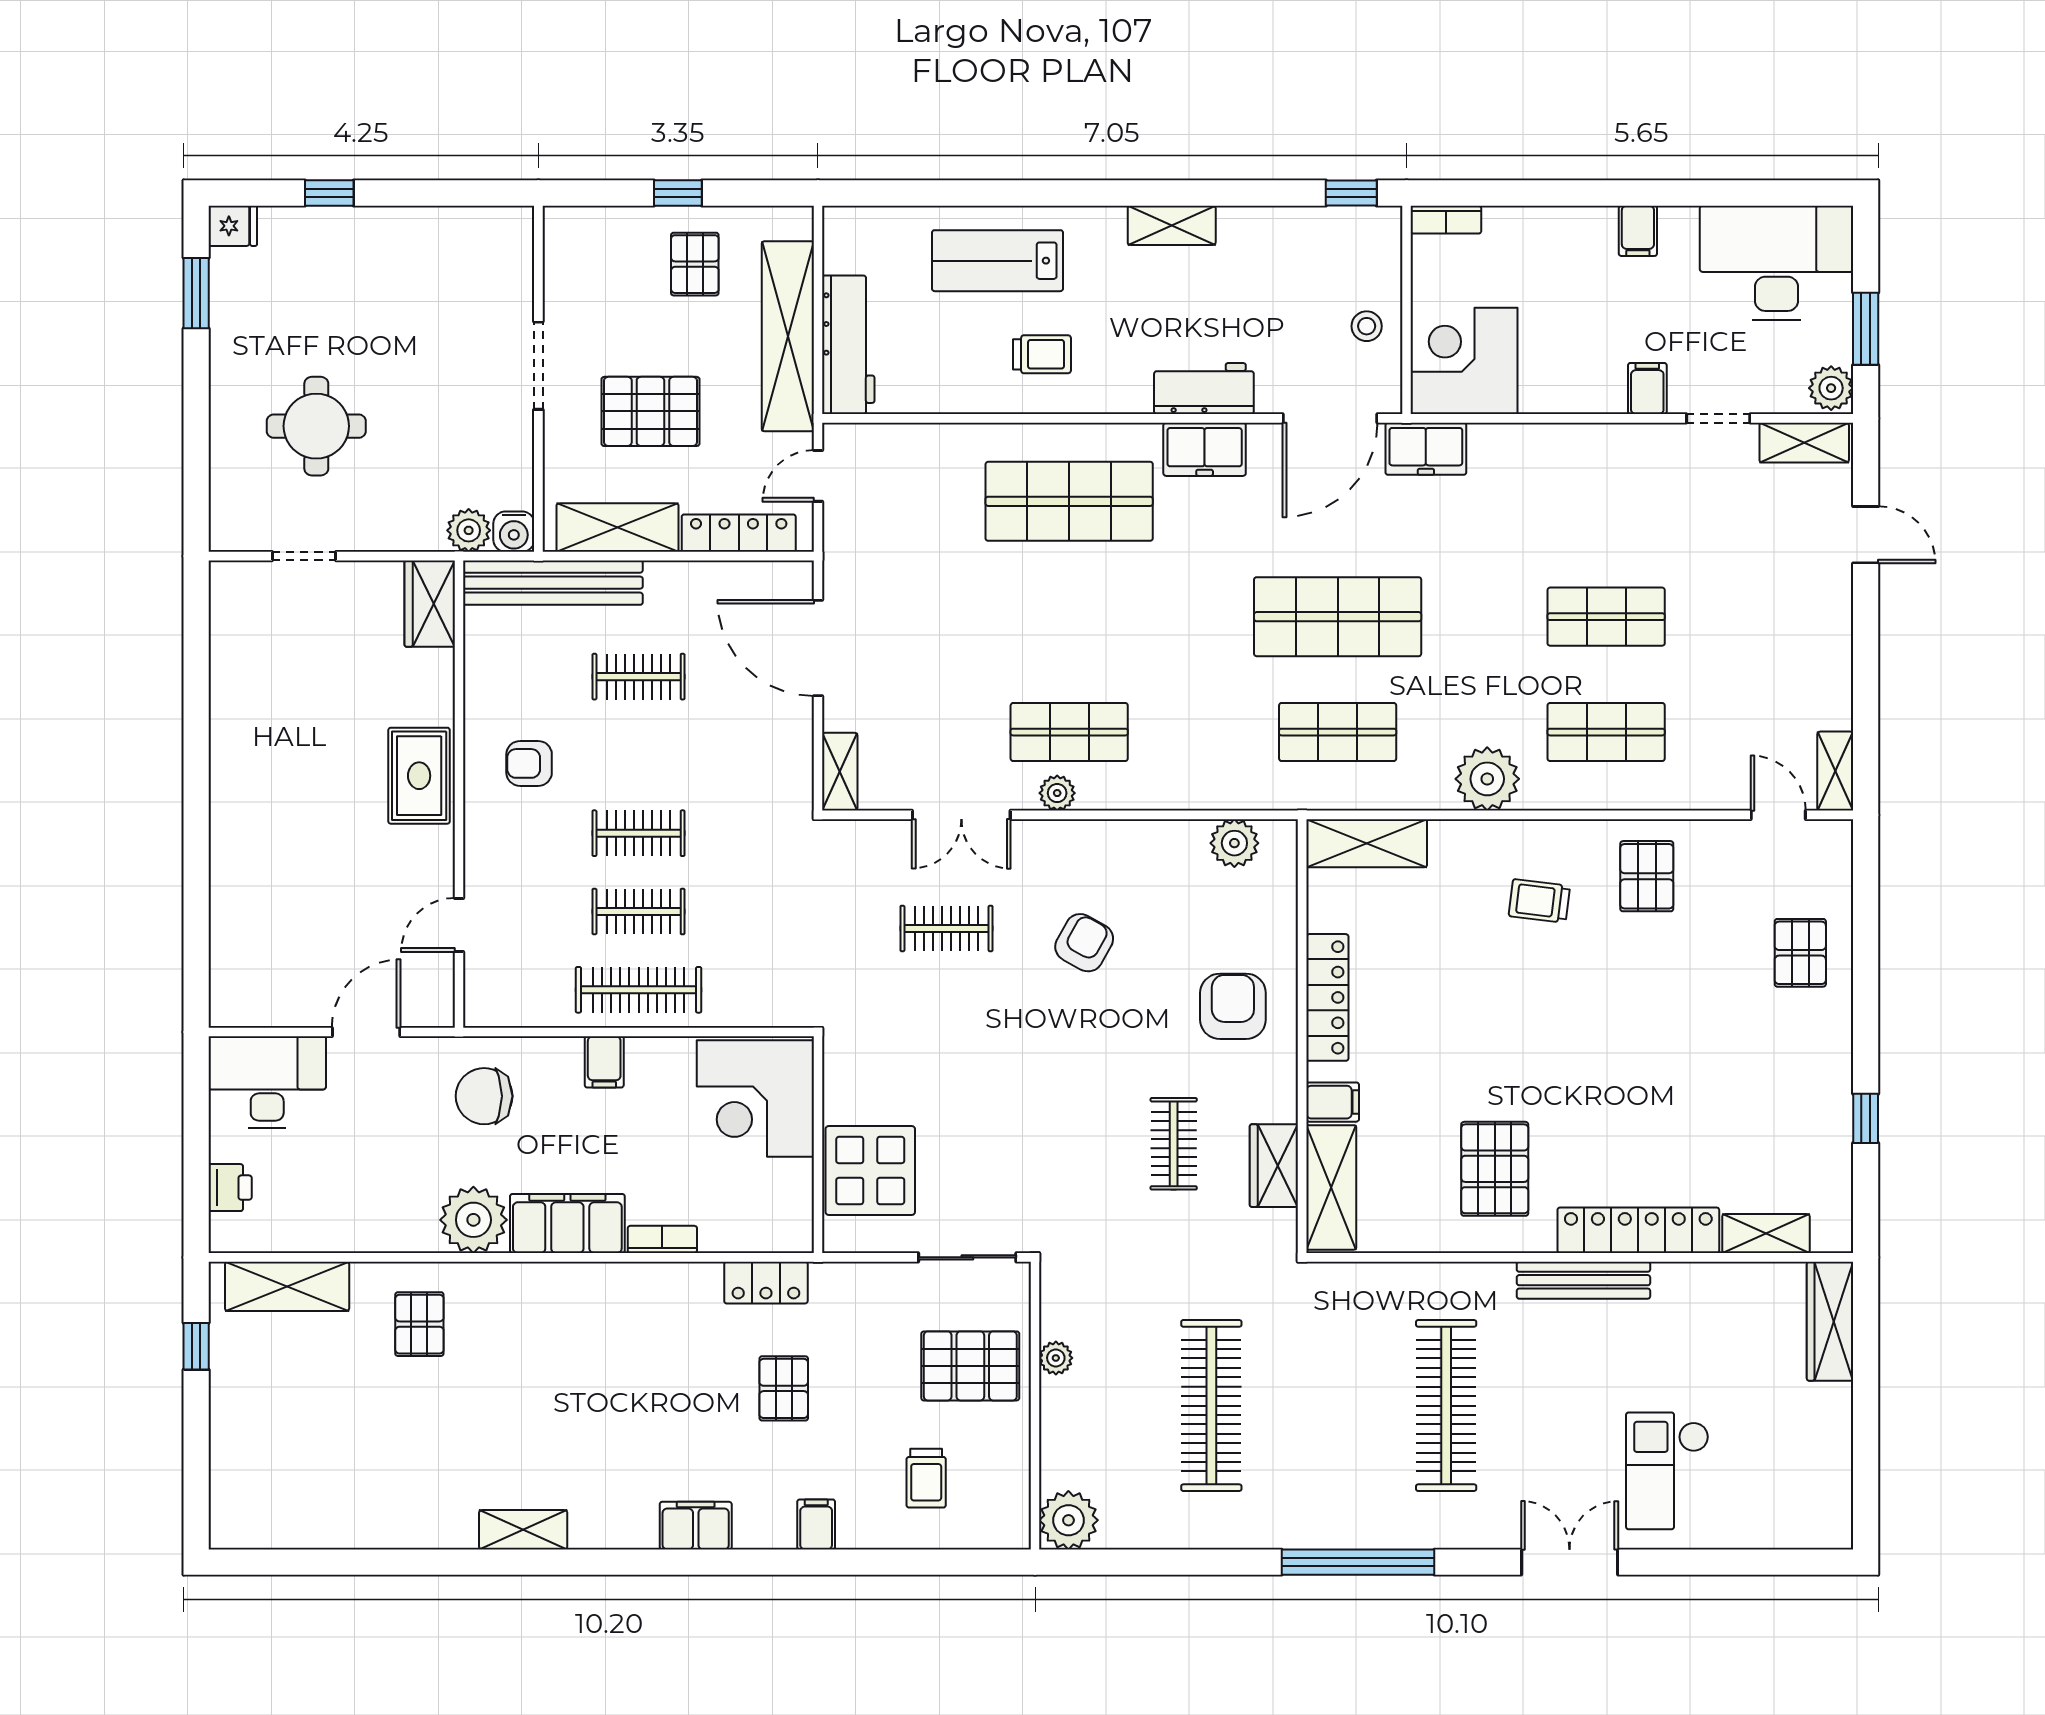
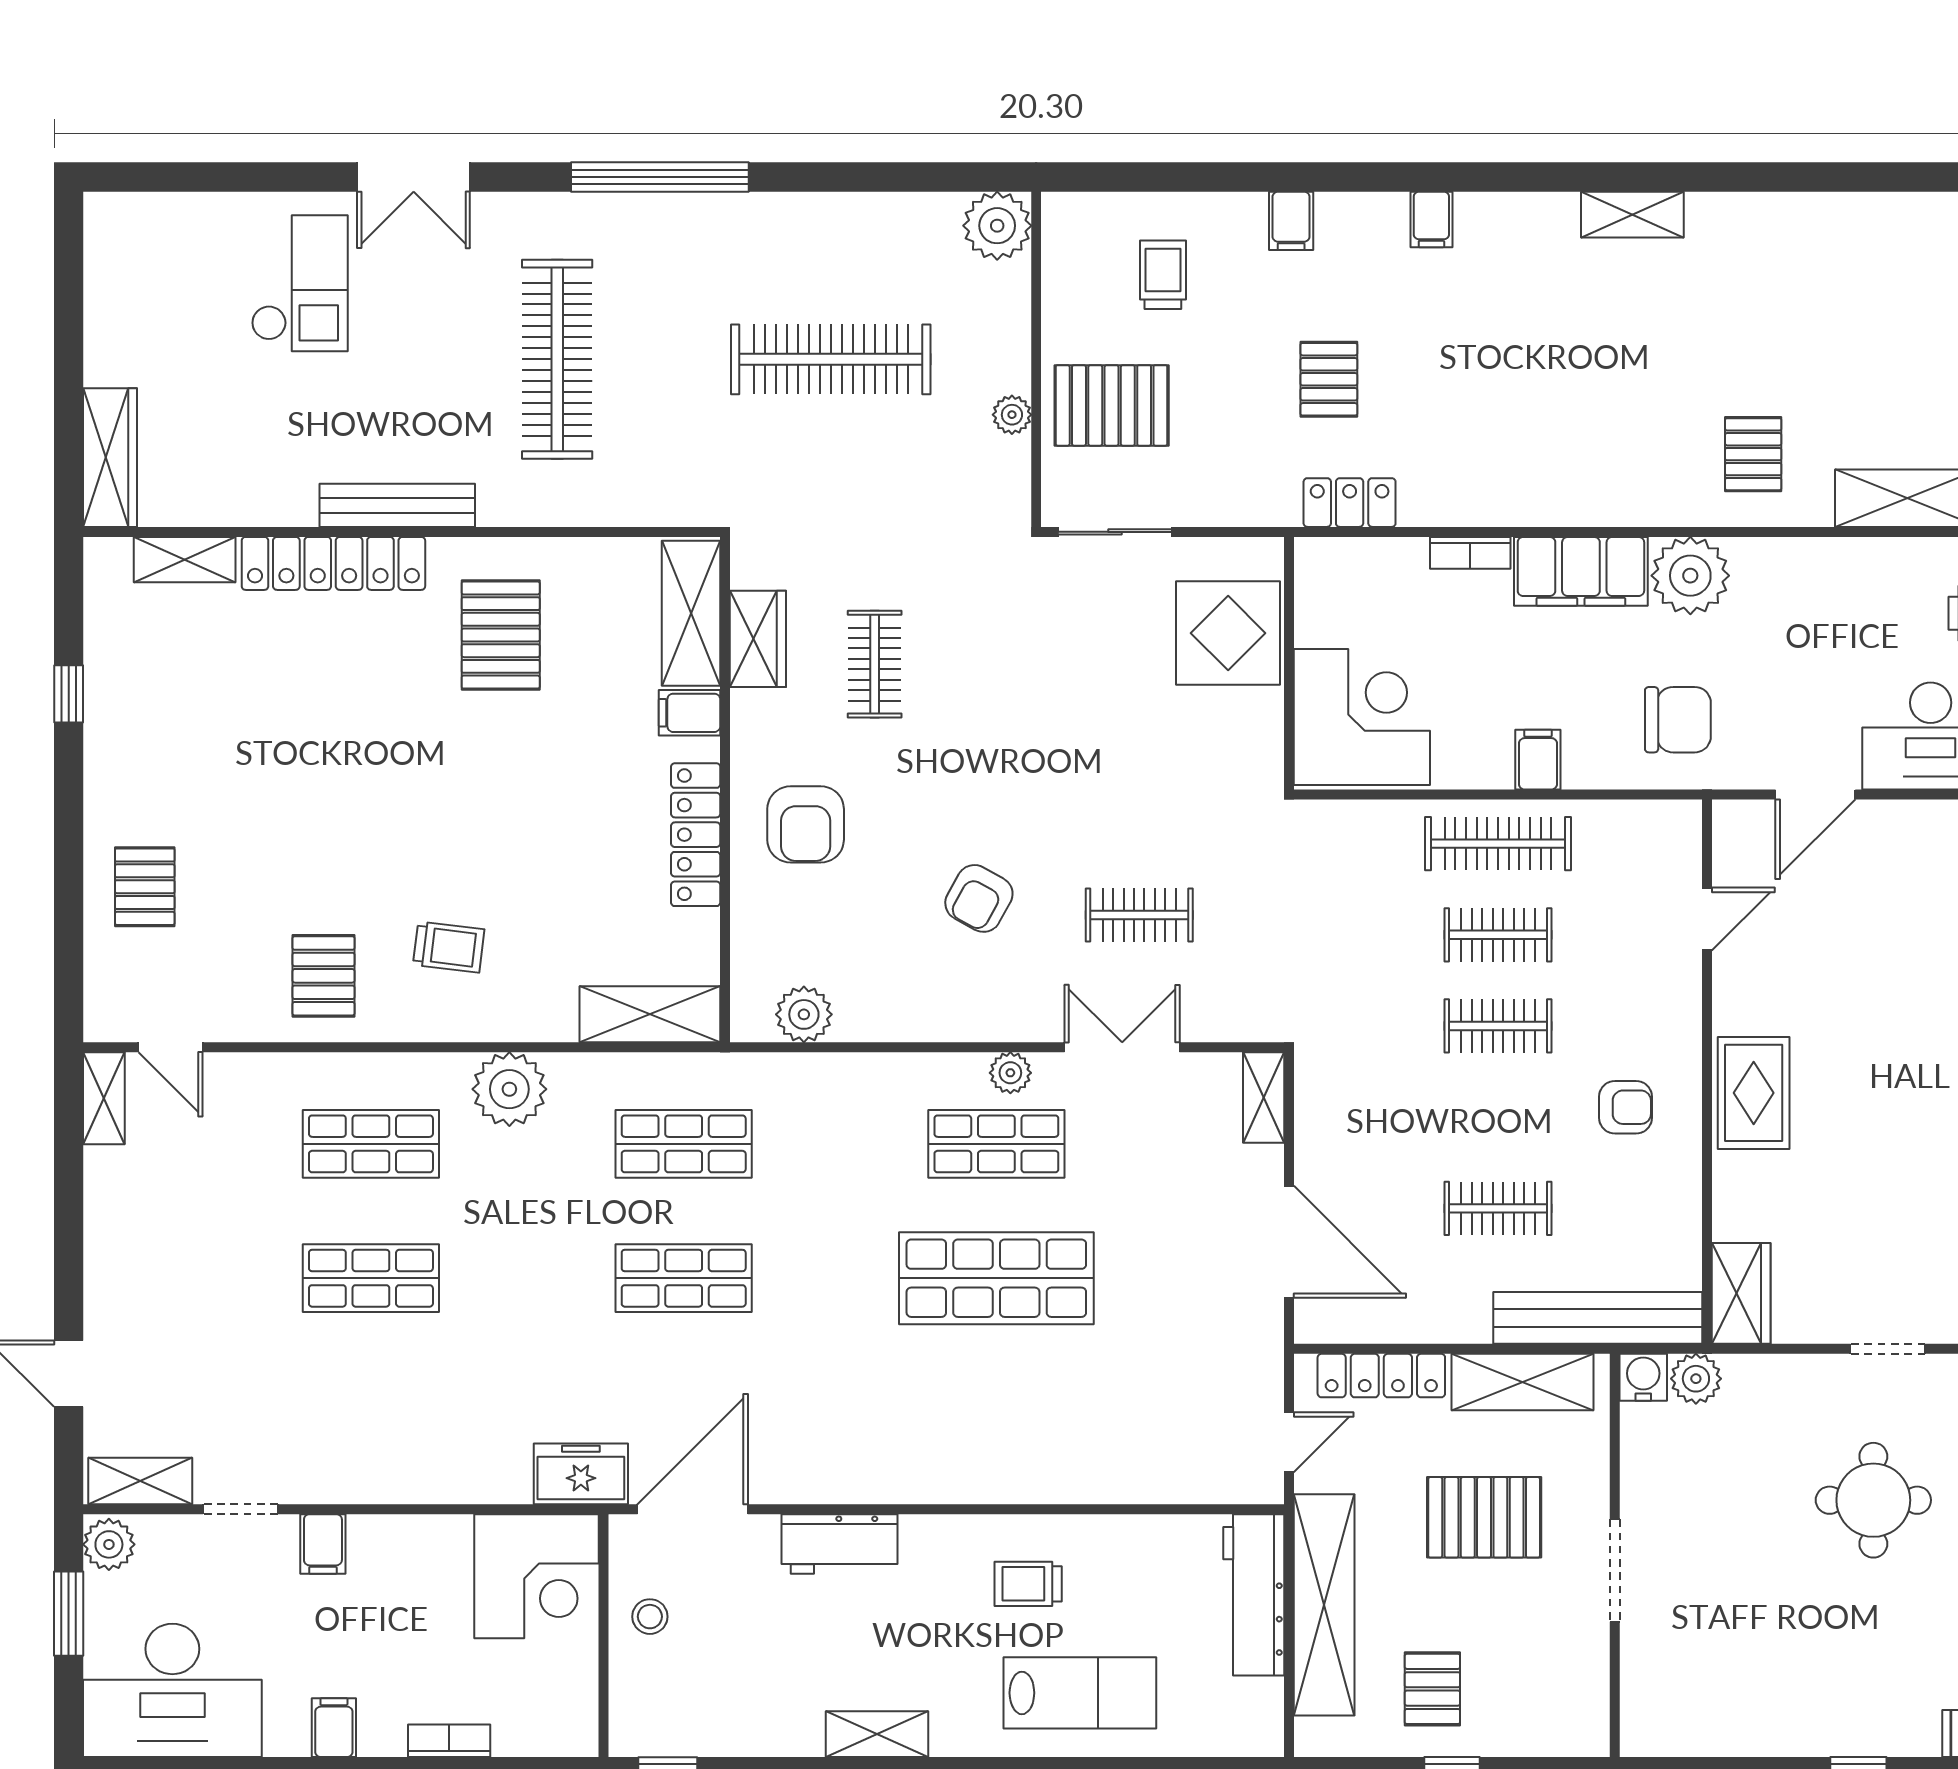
bookcase: (1446, 220) -> (449, 1741), moved
freezer: (1205, 449) -> (839, 1473), removed
shop shelf: (1069, 501) -> (996, 1278), moved
shop shelf: (1338, 617) -> (684, 1278), width x0.70, depth x0.74
clothes rail: (1211, 1406) -> (831, 359), turned 90
filing cabinet: (696, 1526) -> (1431, 219), width x0.50

